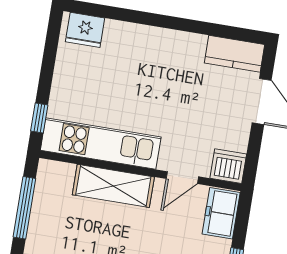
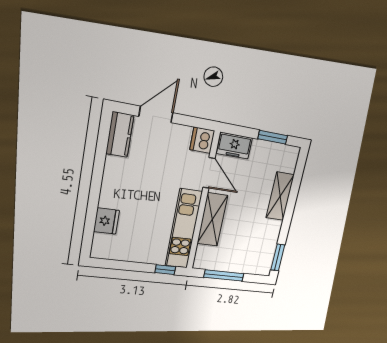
fridge: (85, 30) -> (106, 221), moved
door: (182, 178) -> (209, 173), width x1.38

